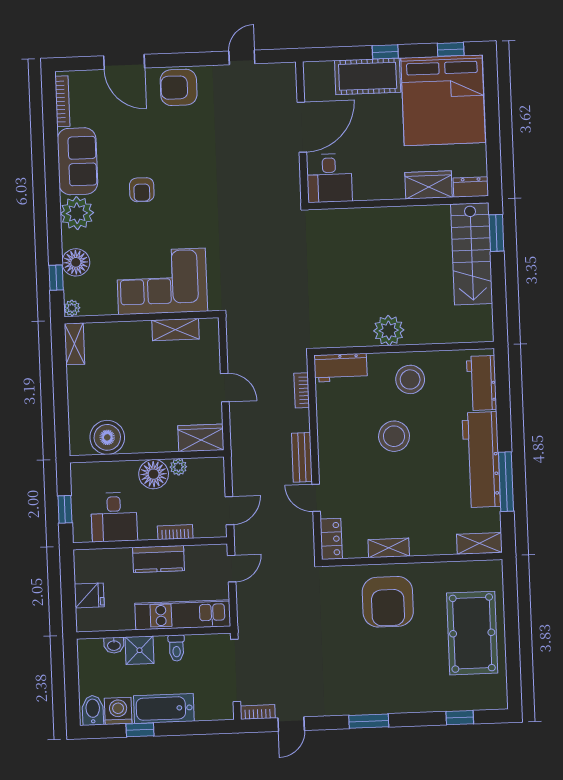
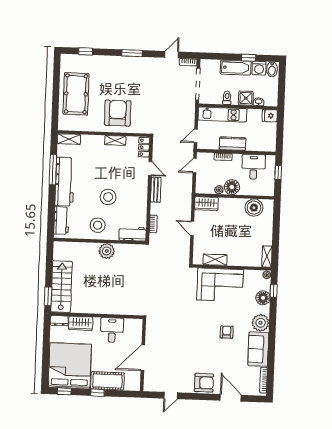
desk: (329, 178) -> (112, 330), moved
fridge: (89, 595) -> (270, 116), moved

